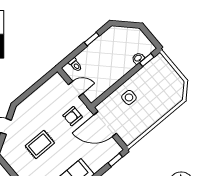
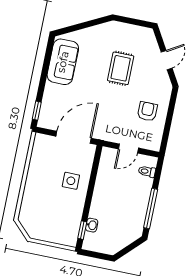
window: (92, 39) -> (151, 209), width x2.17
armchair: (73, 116) -> (147, 111), moved

